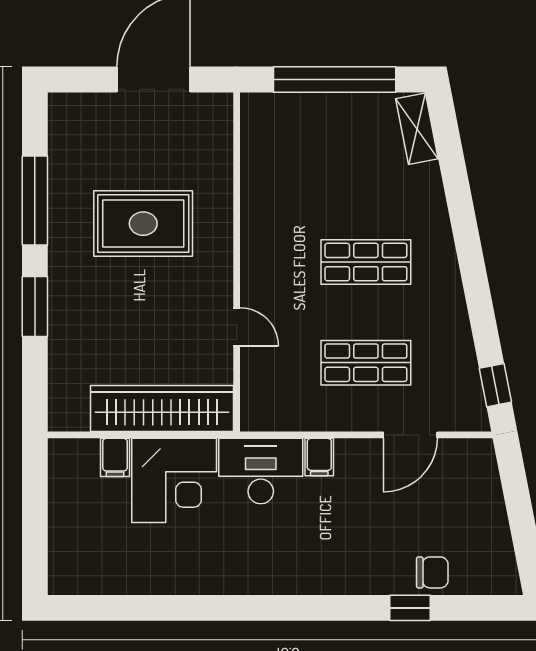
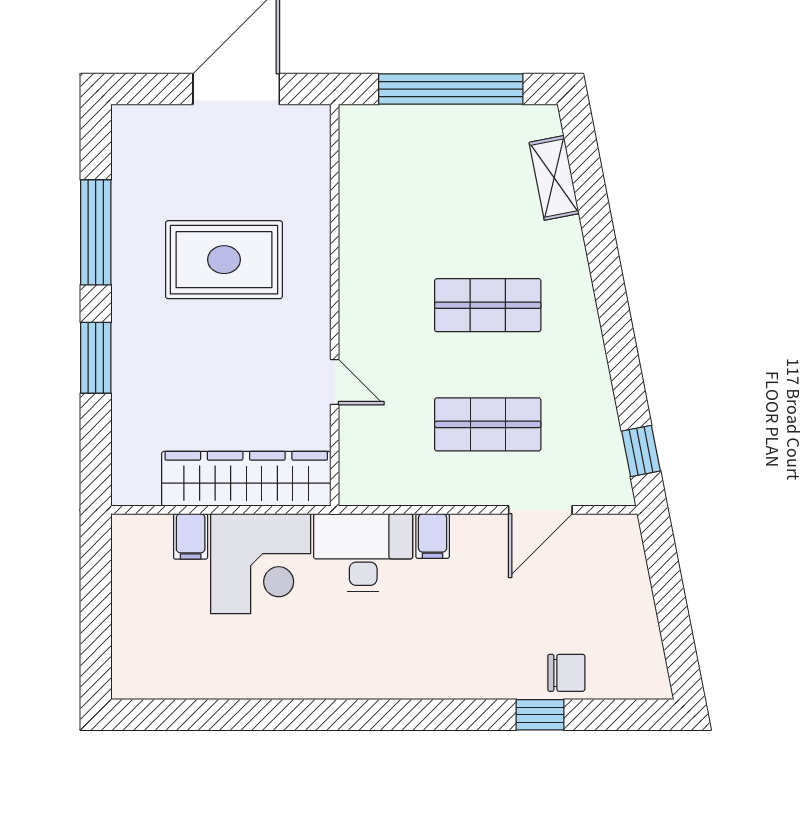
shelving: (417, 129) -> (554, 178), moved

